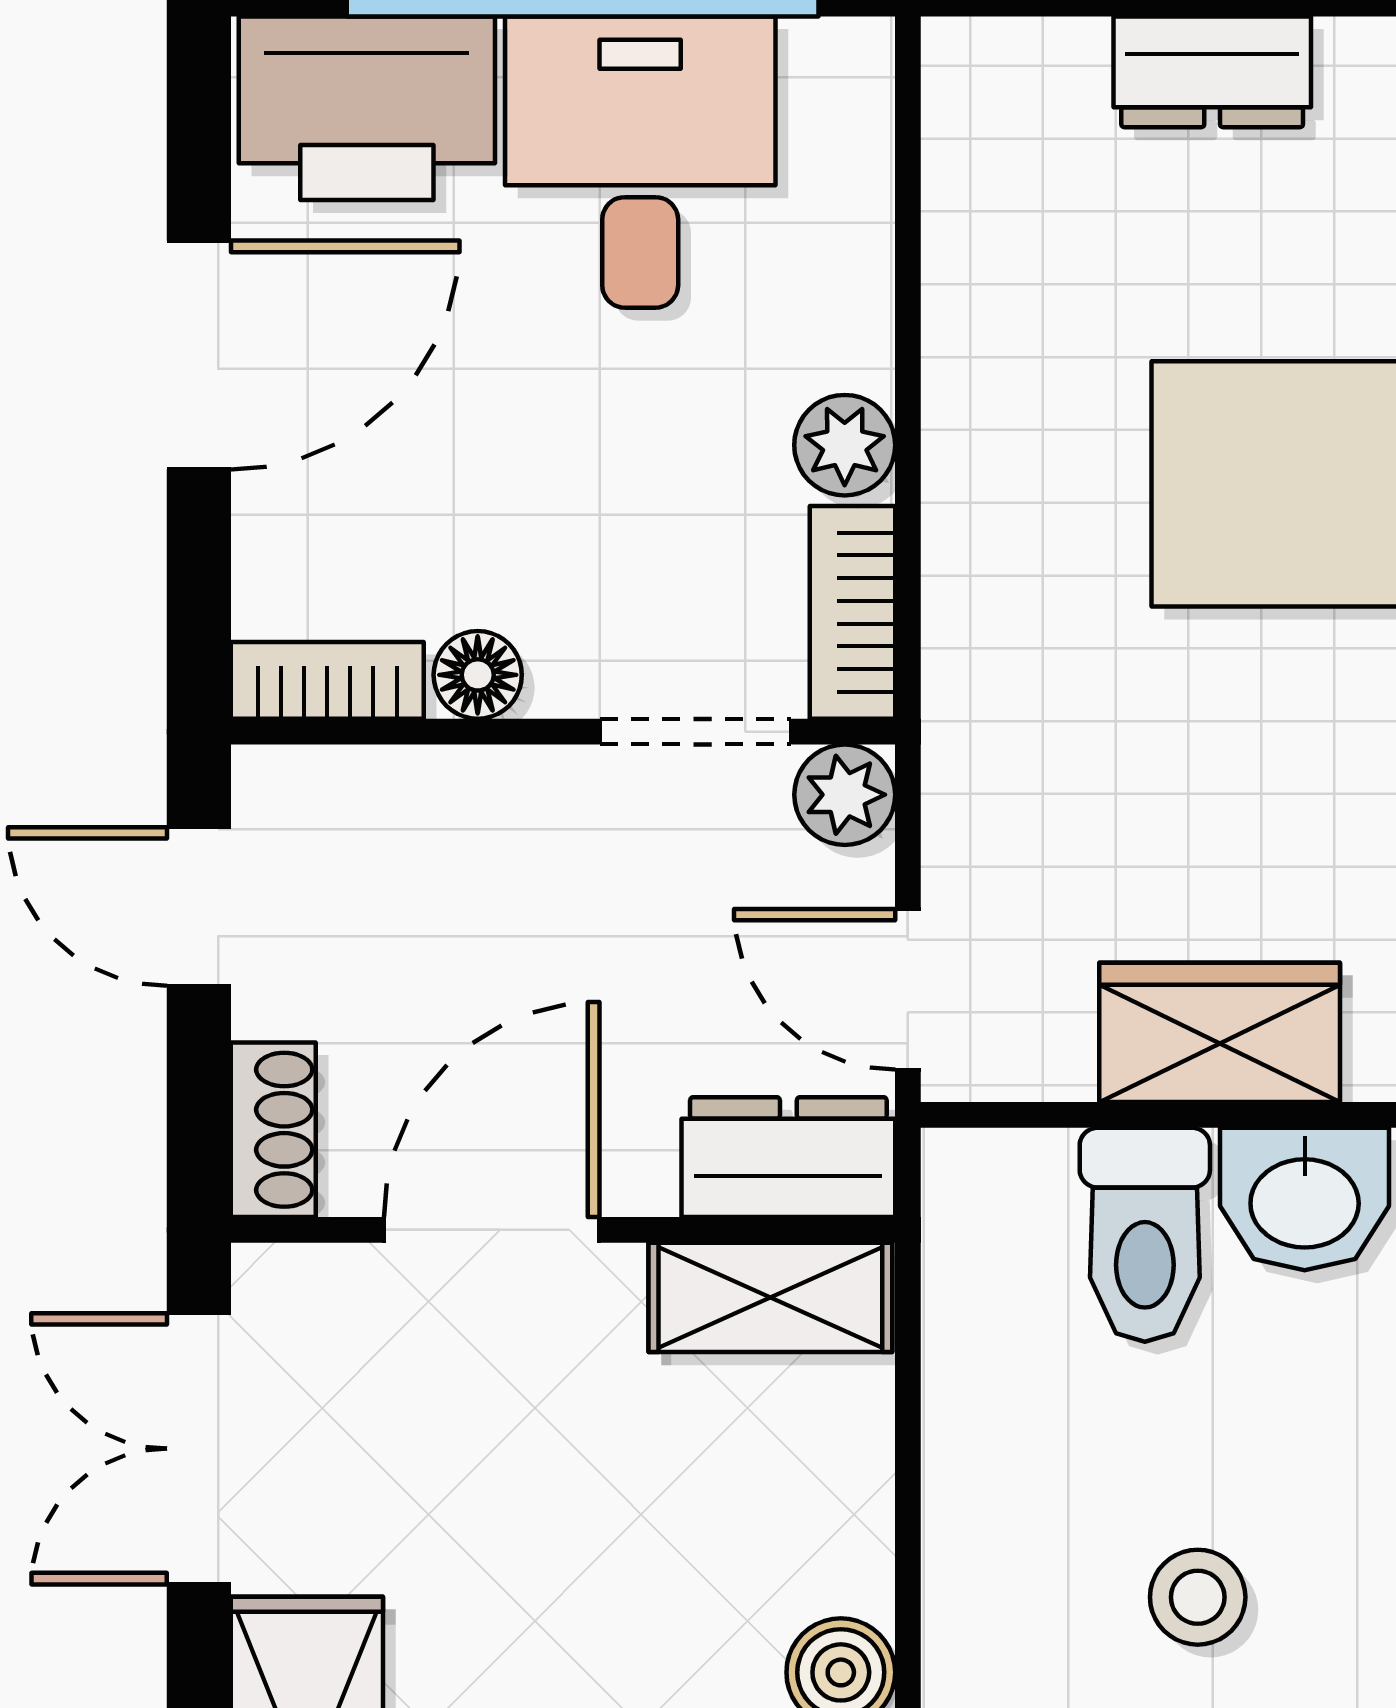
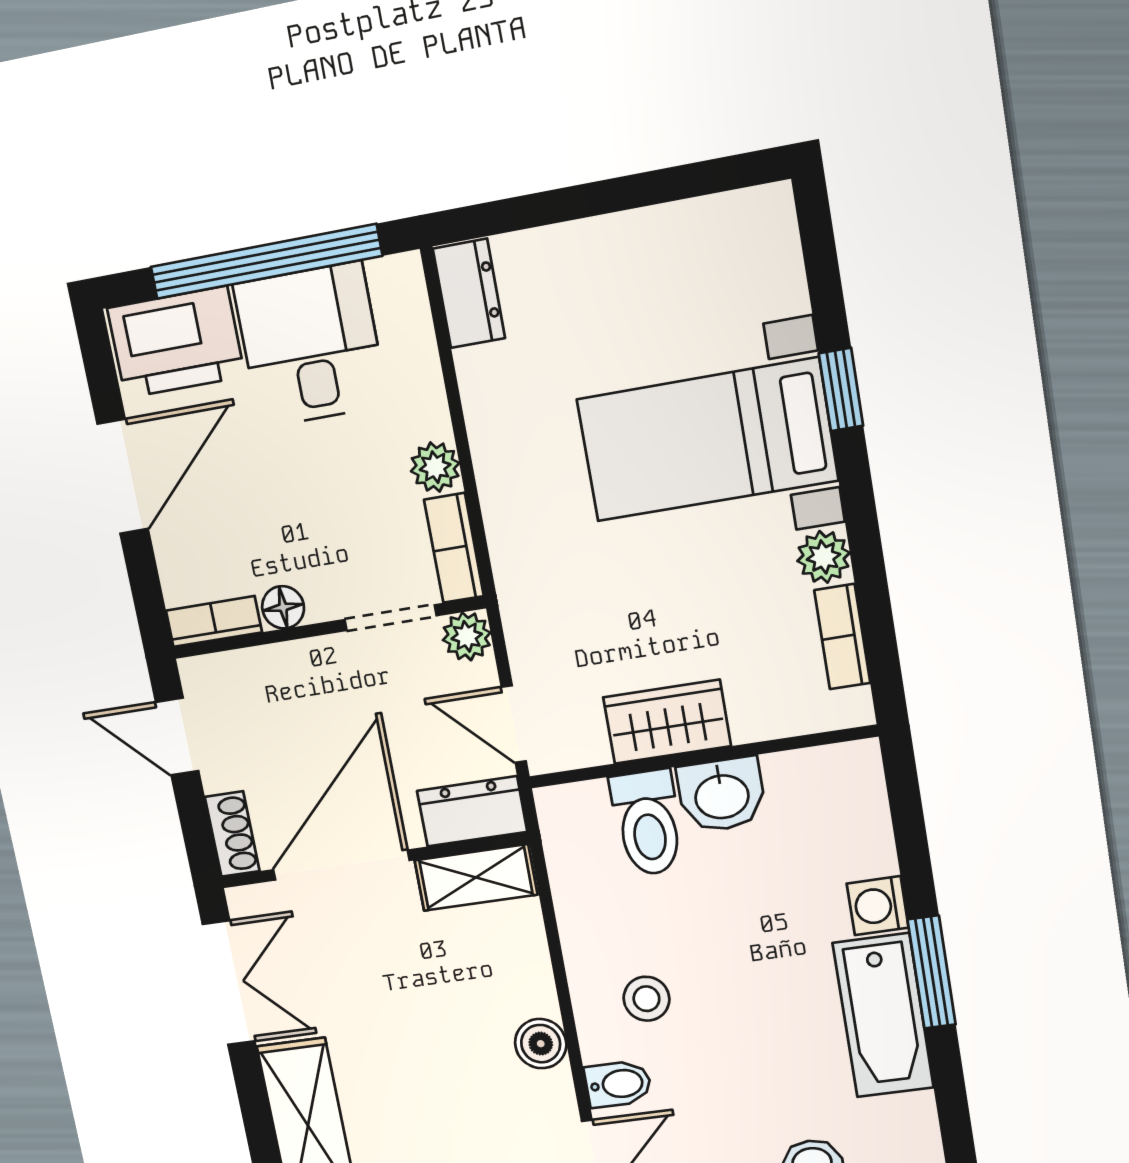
dresser: (1212, 72) -> (469, 293), moved, turned -90
door: (492, 1230) -> (341, 865), width x1.36
double door: (199, 1449) -> (229, 983), swing flipped
stool: (1198, 1597) -> (646, 999), moved

